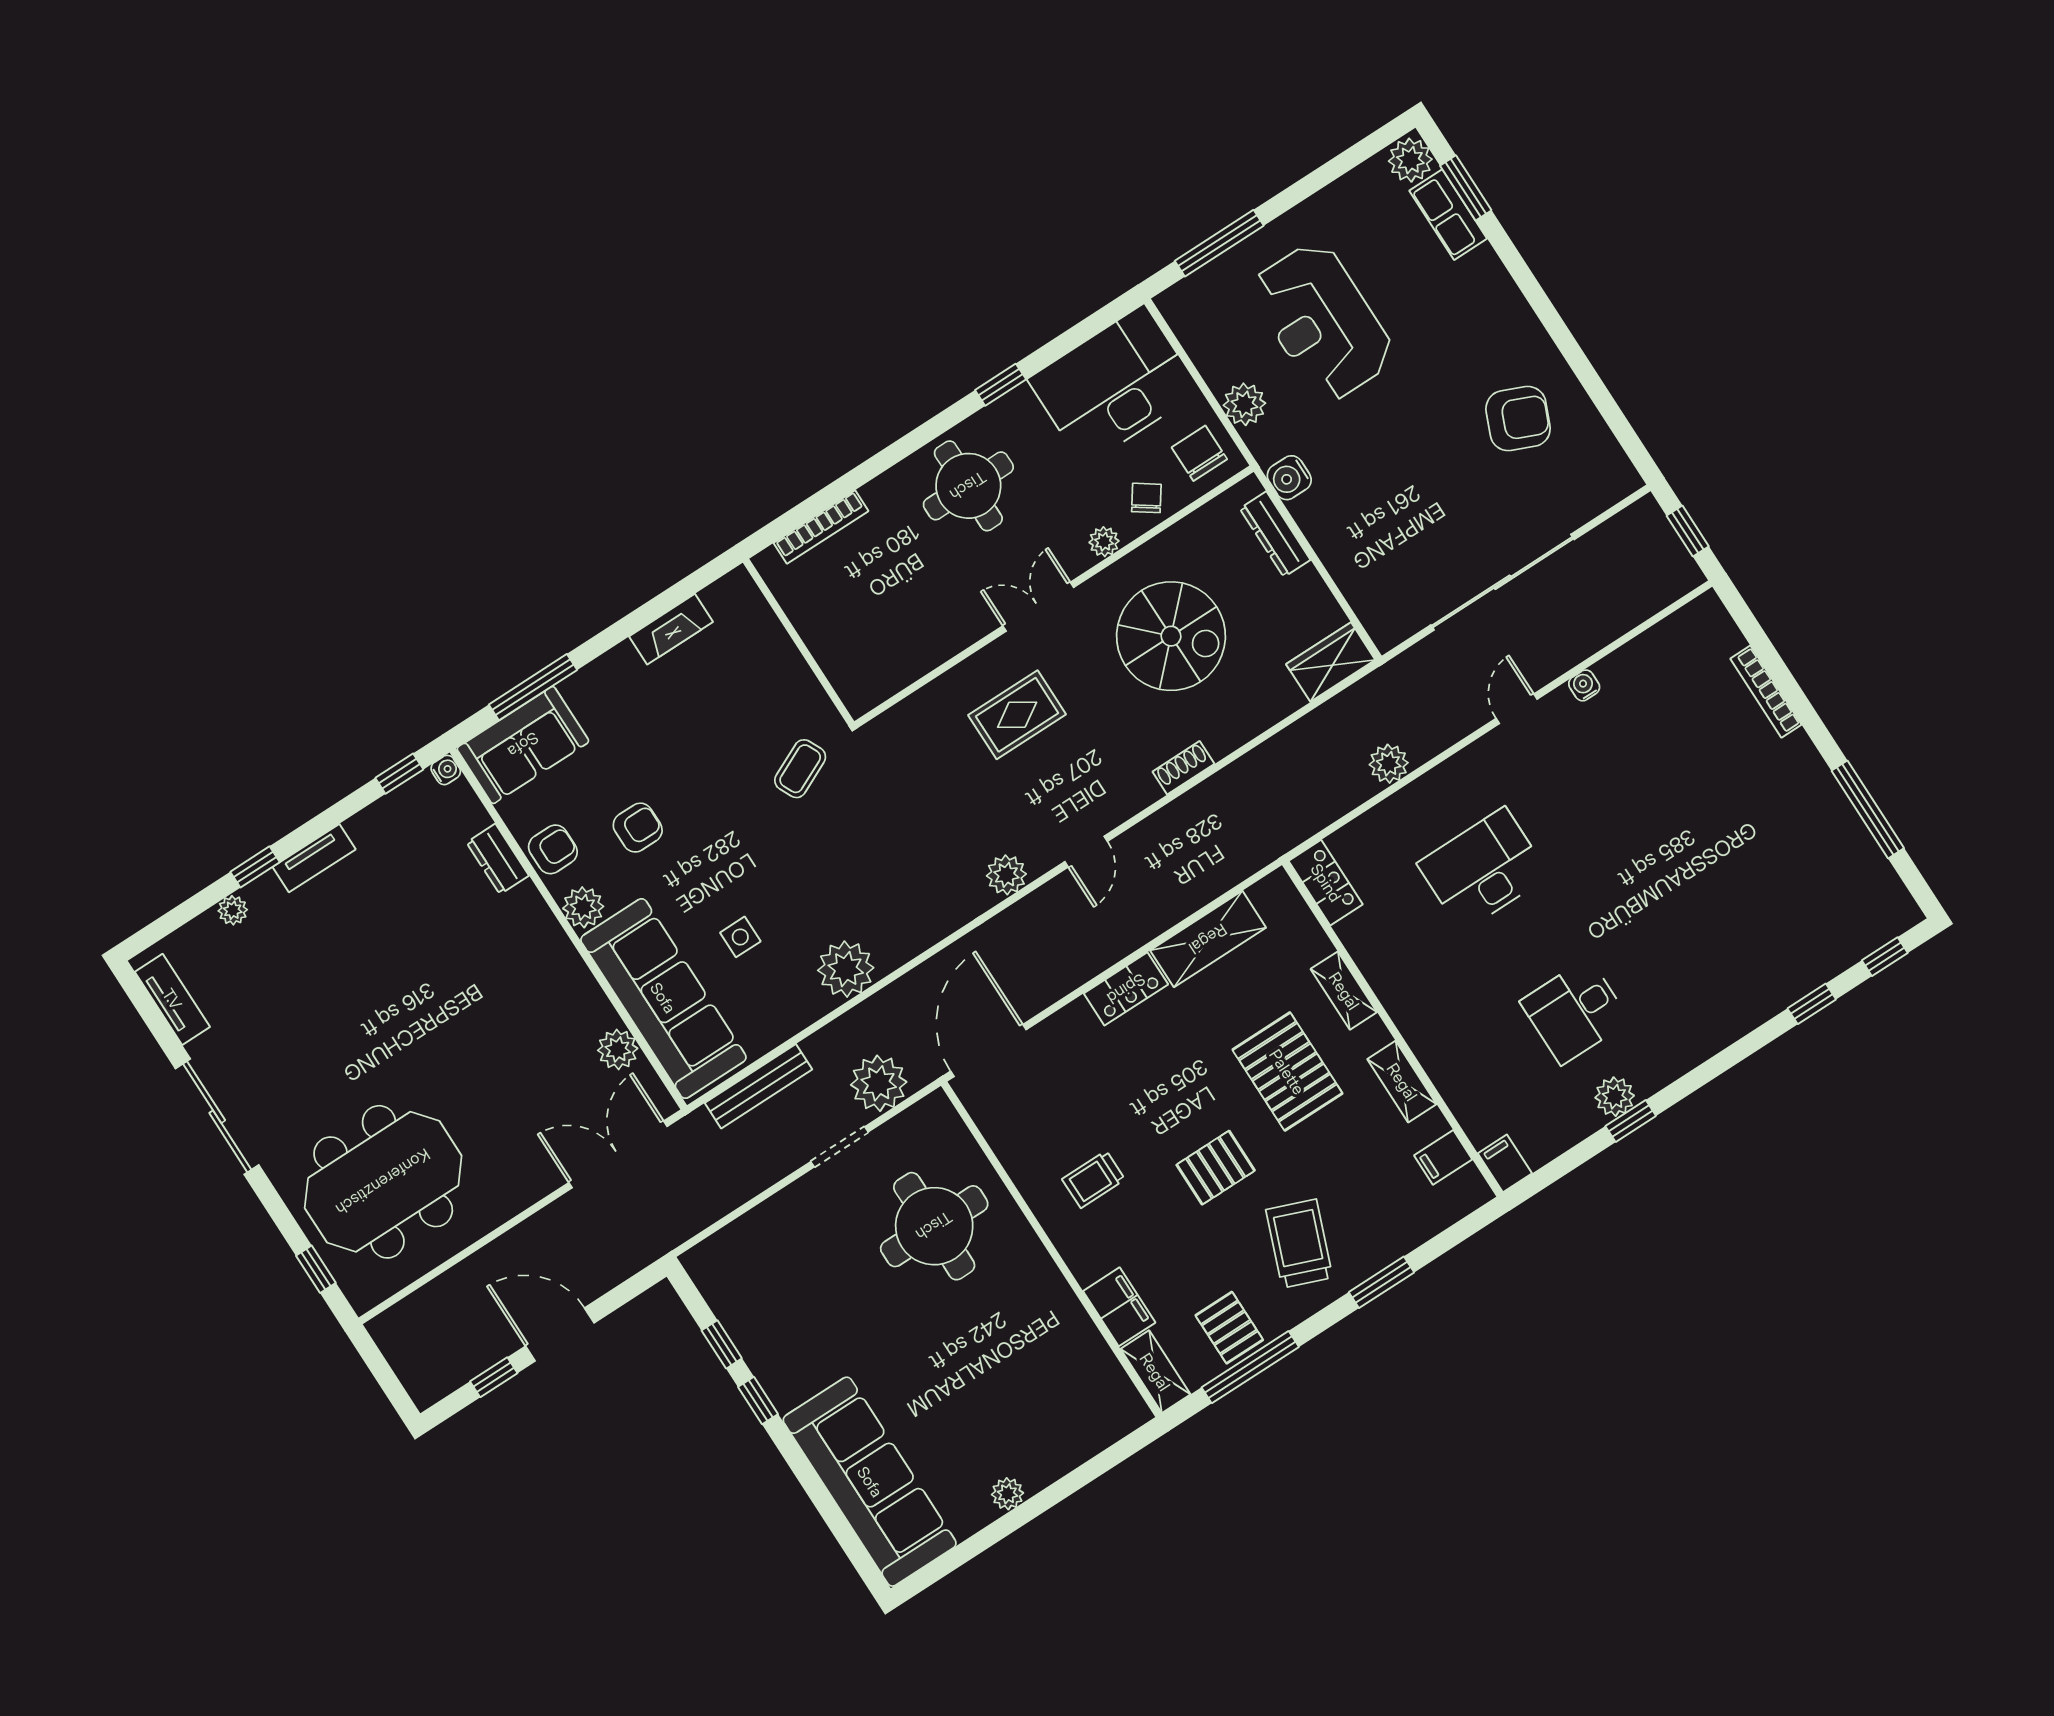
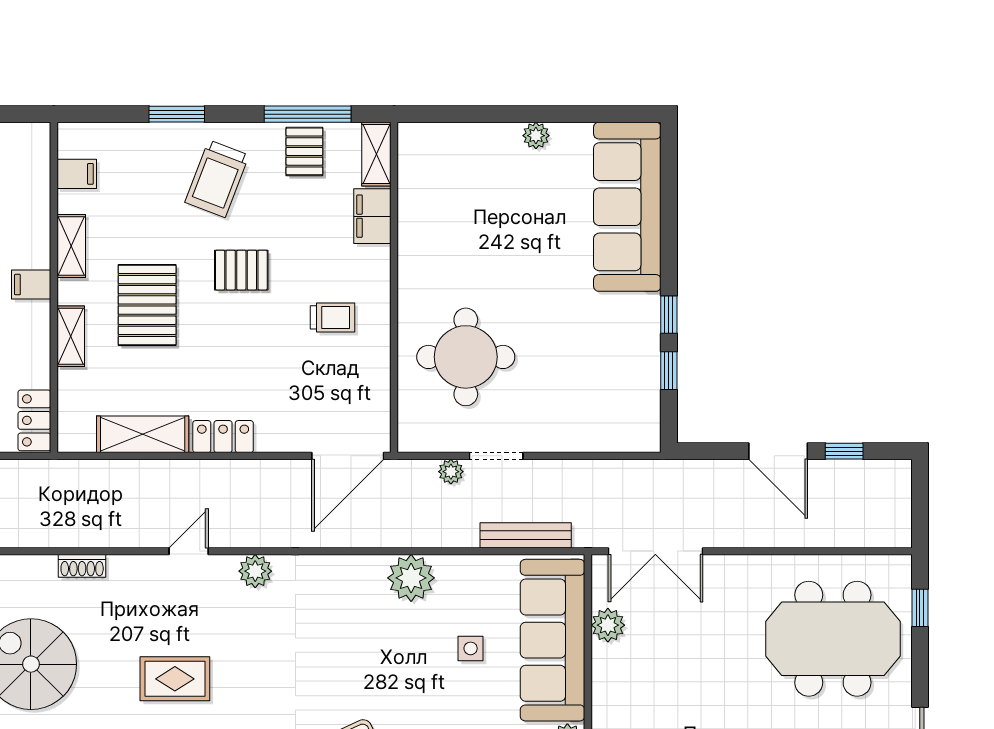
plant: (879, 1083) -> (451, 472), width x0.53, depth x0.53
filing cabinet: (1505, 1163) -> (31, 285), moved, turned 90

